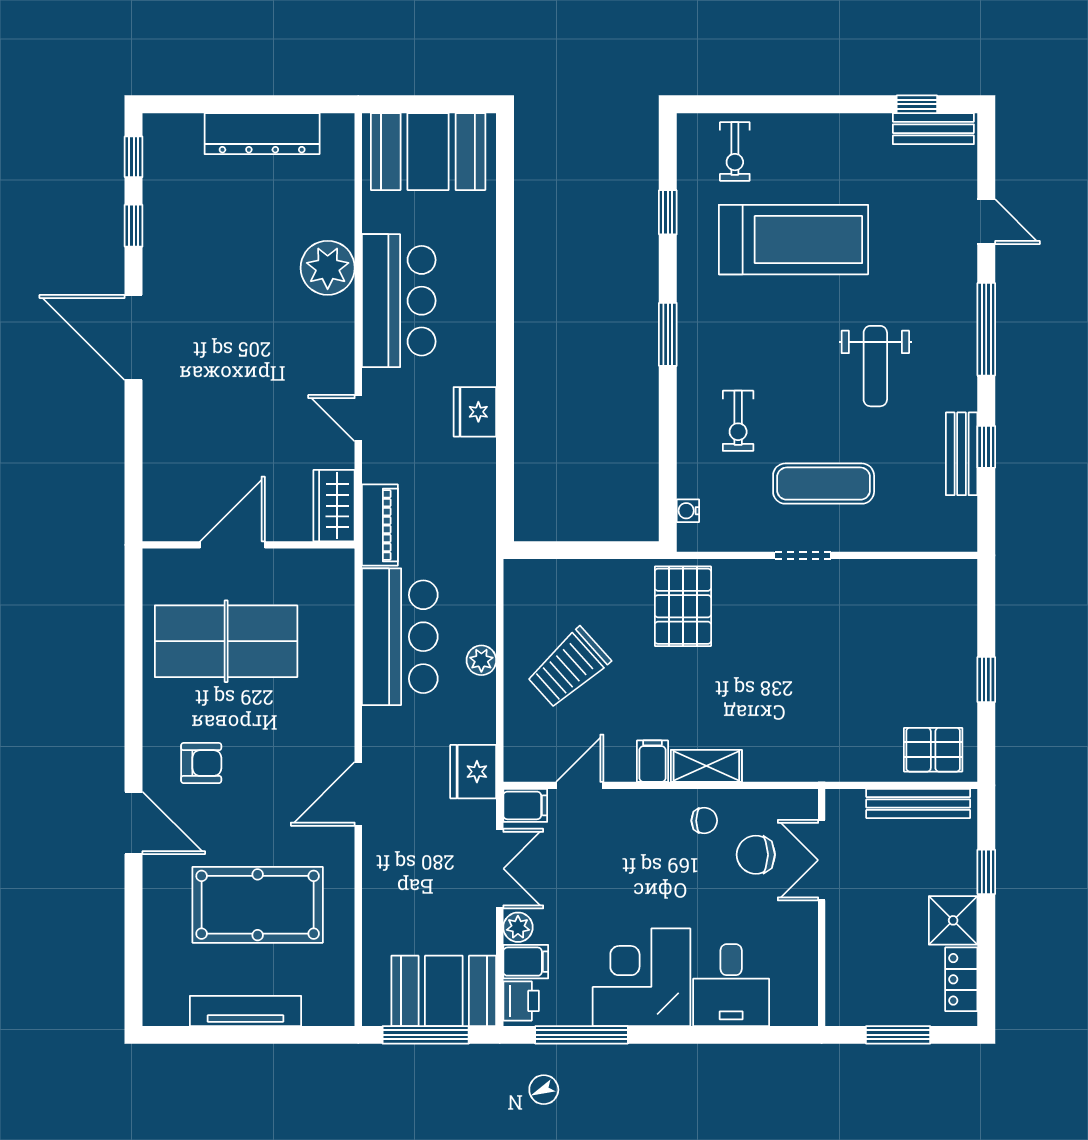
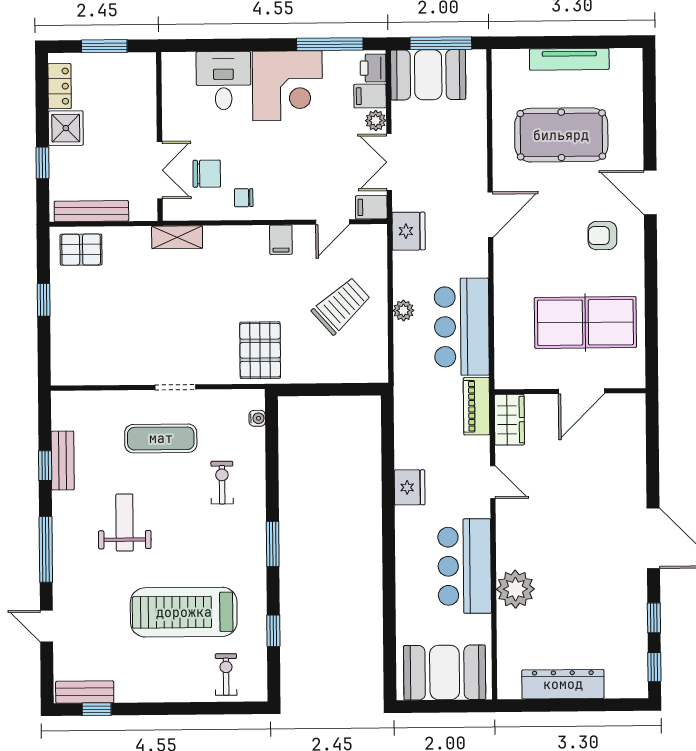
shelving: (706, 766) -> (177, 237), moved

